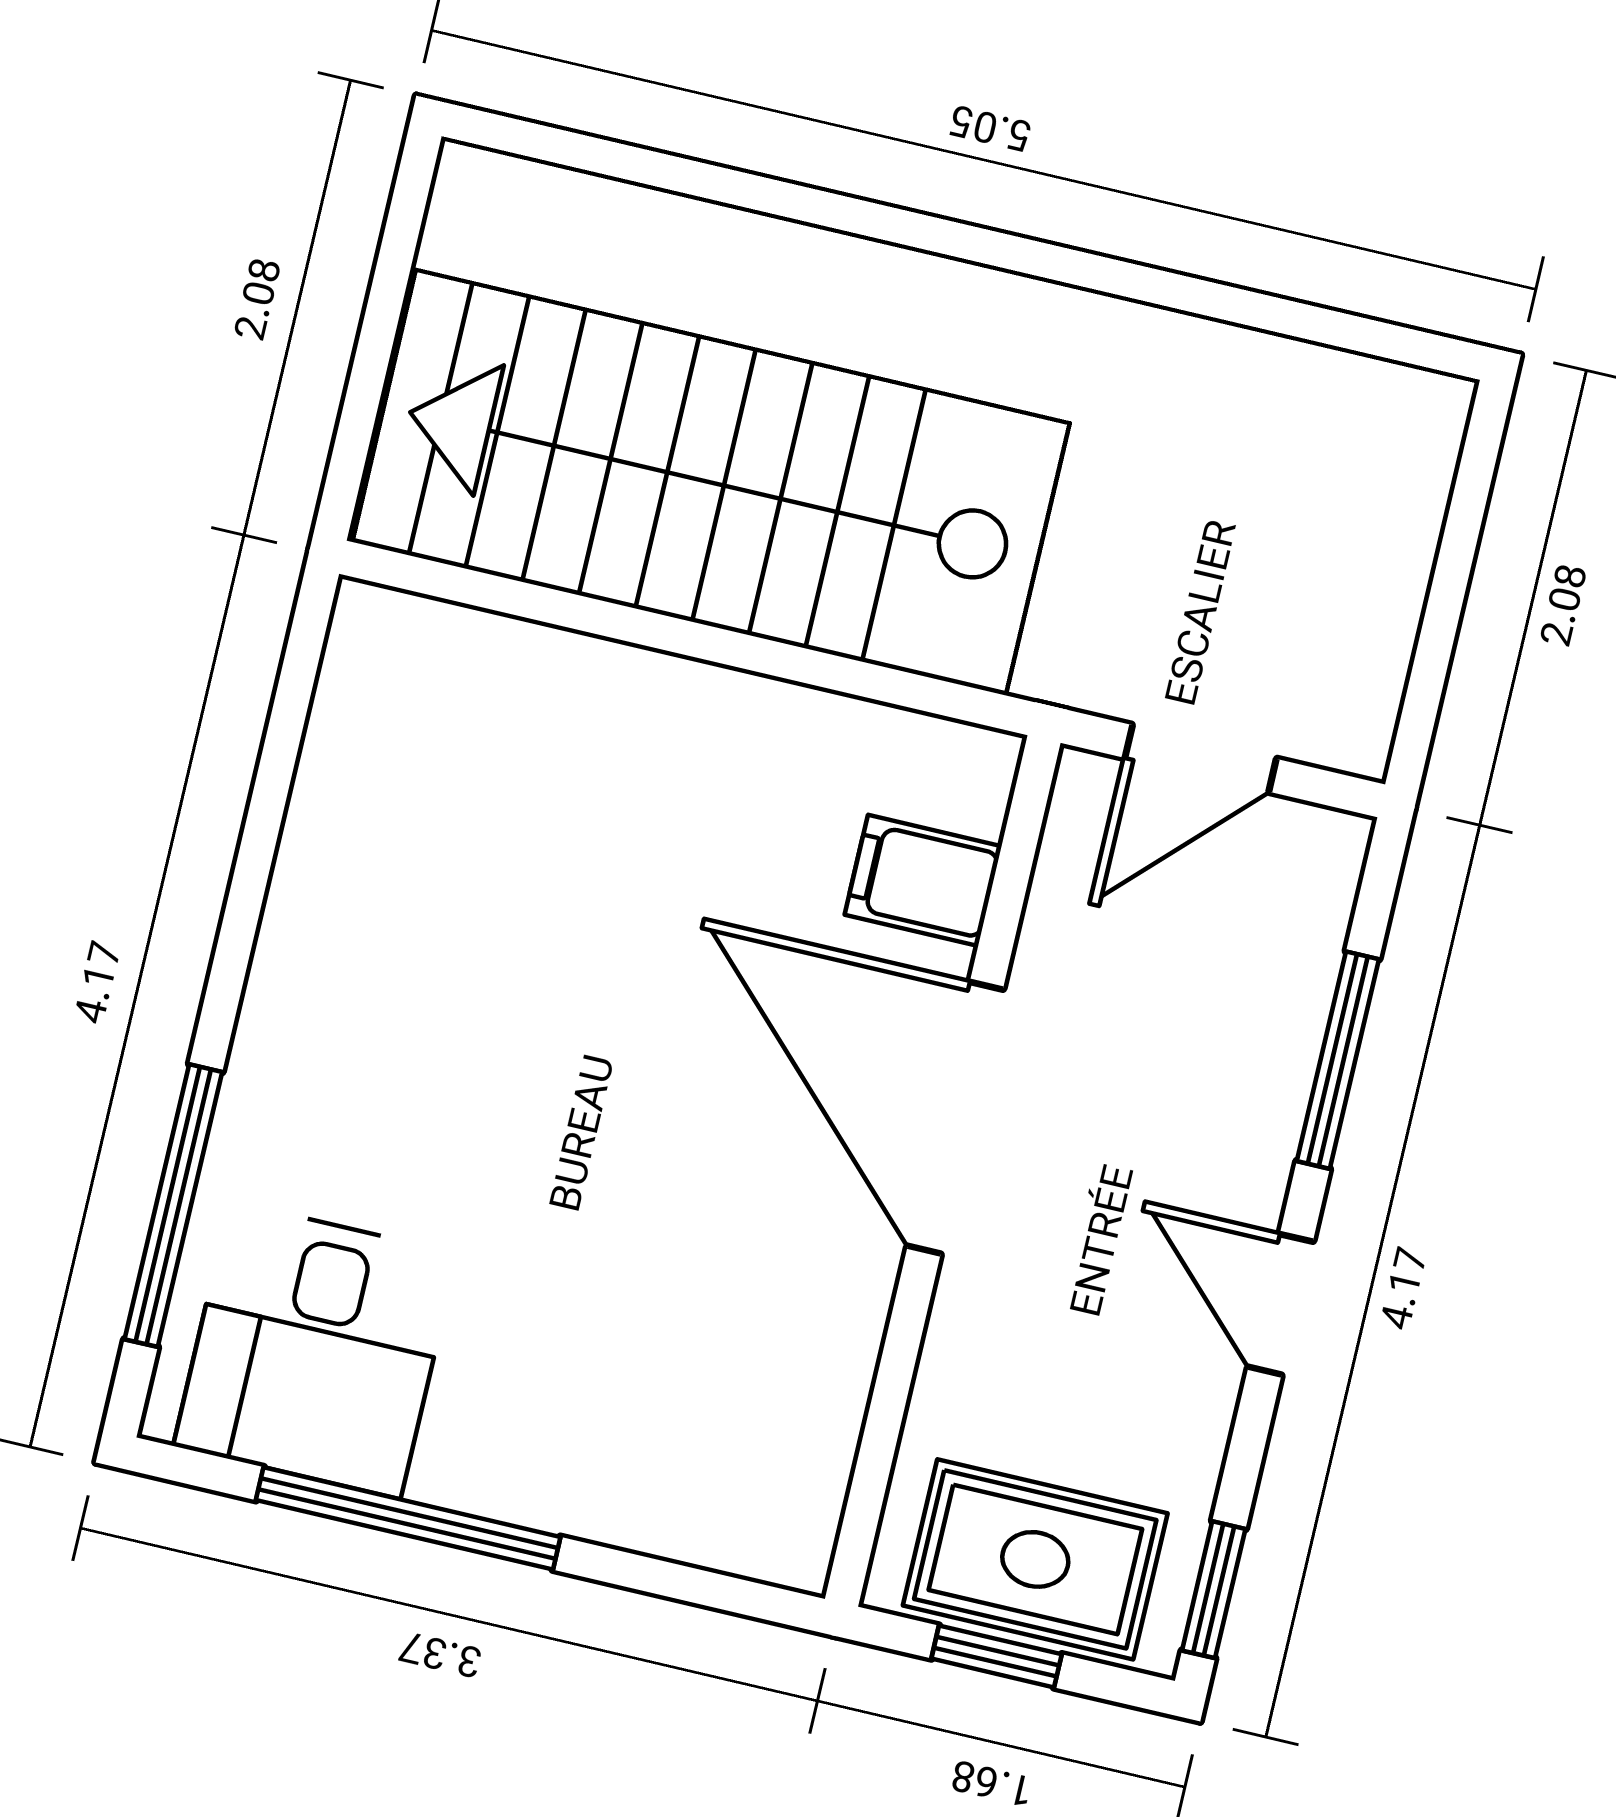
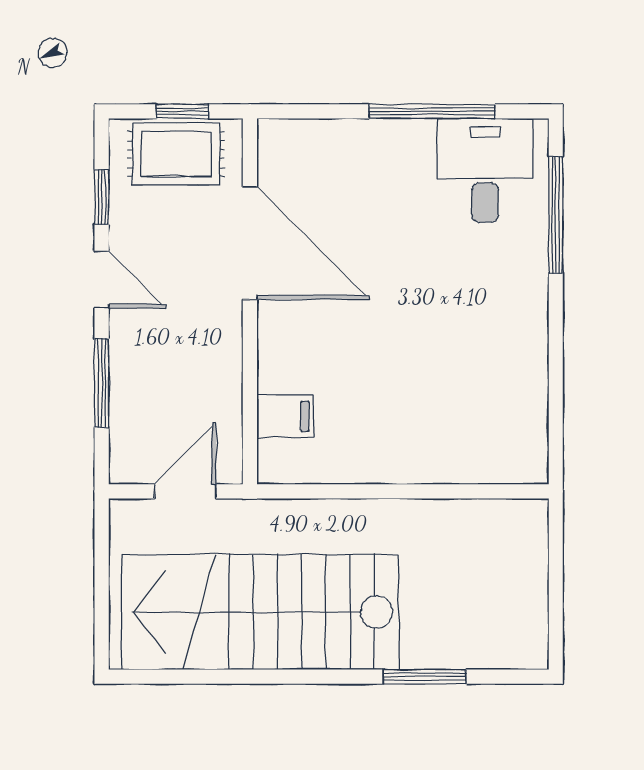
window: (738, 188) -> (425, 677), added
stairs: (711, 483) -> (260, 612), moved, turned 180
door: (955, 1118) -> (250, 243), moved
window: (1214, 1590) -> (102, 197), moved

